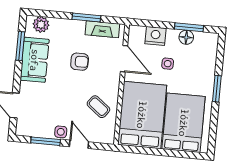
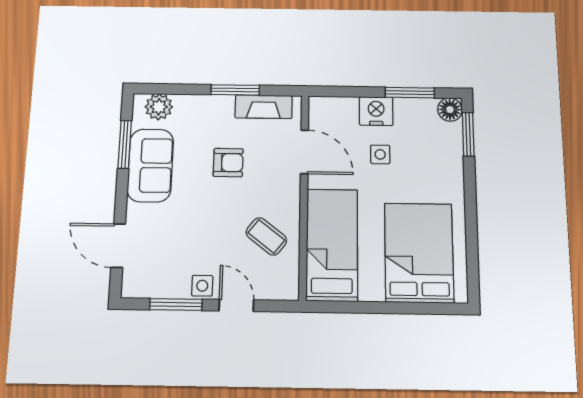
nightstand: (155, 36) -> (376, 111), moved
floor lamp: (186, 37) -> (450, 110), moved
window: (217, 89) -> (468, 134), moved
bed: (142, 115) -> (332, 245), width x0.67

